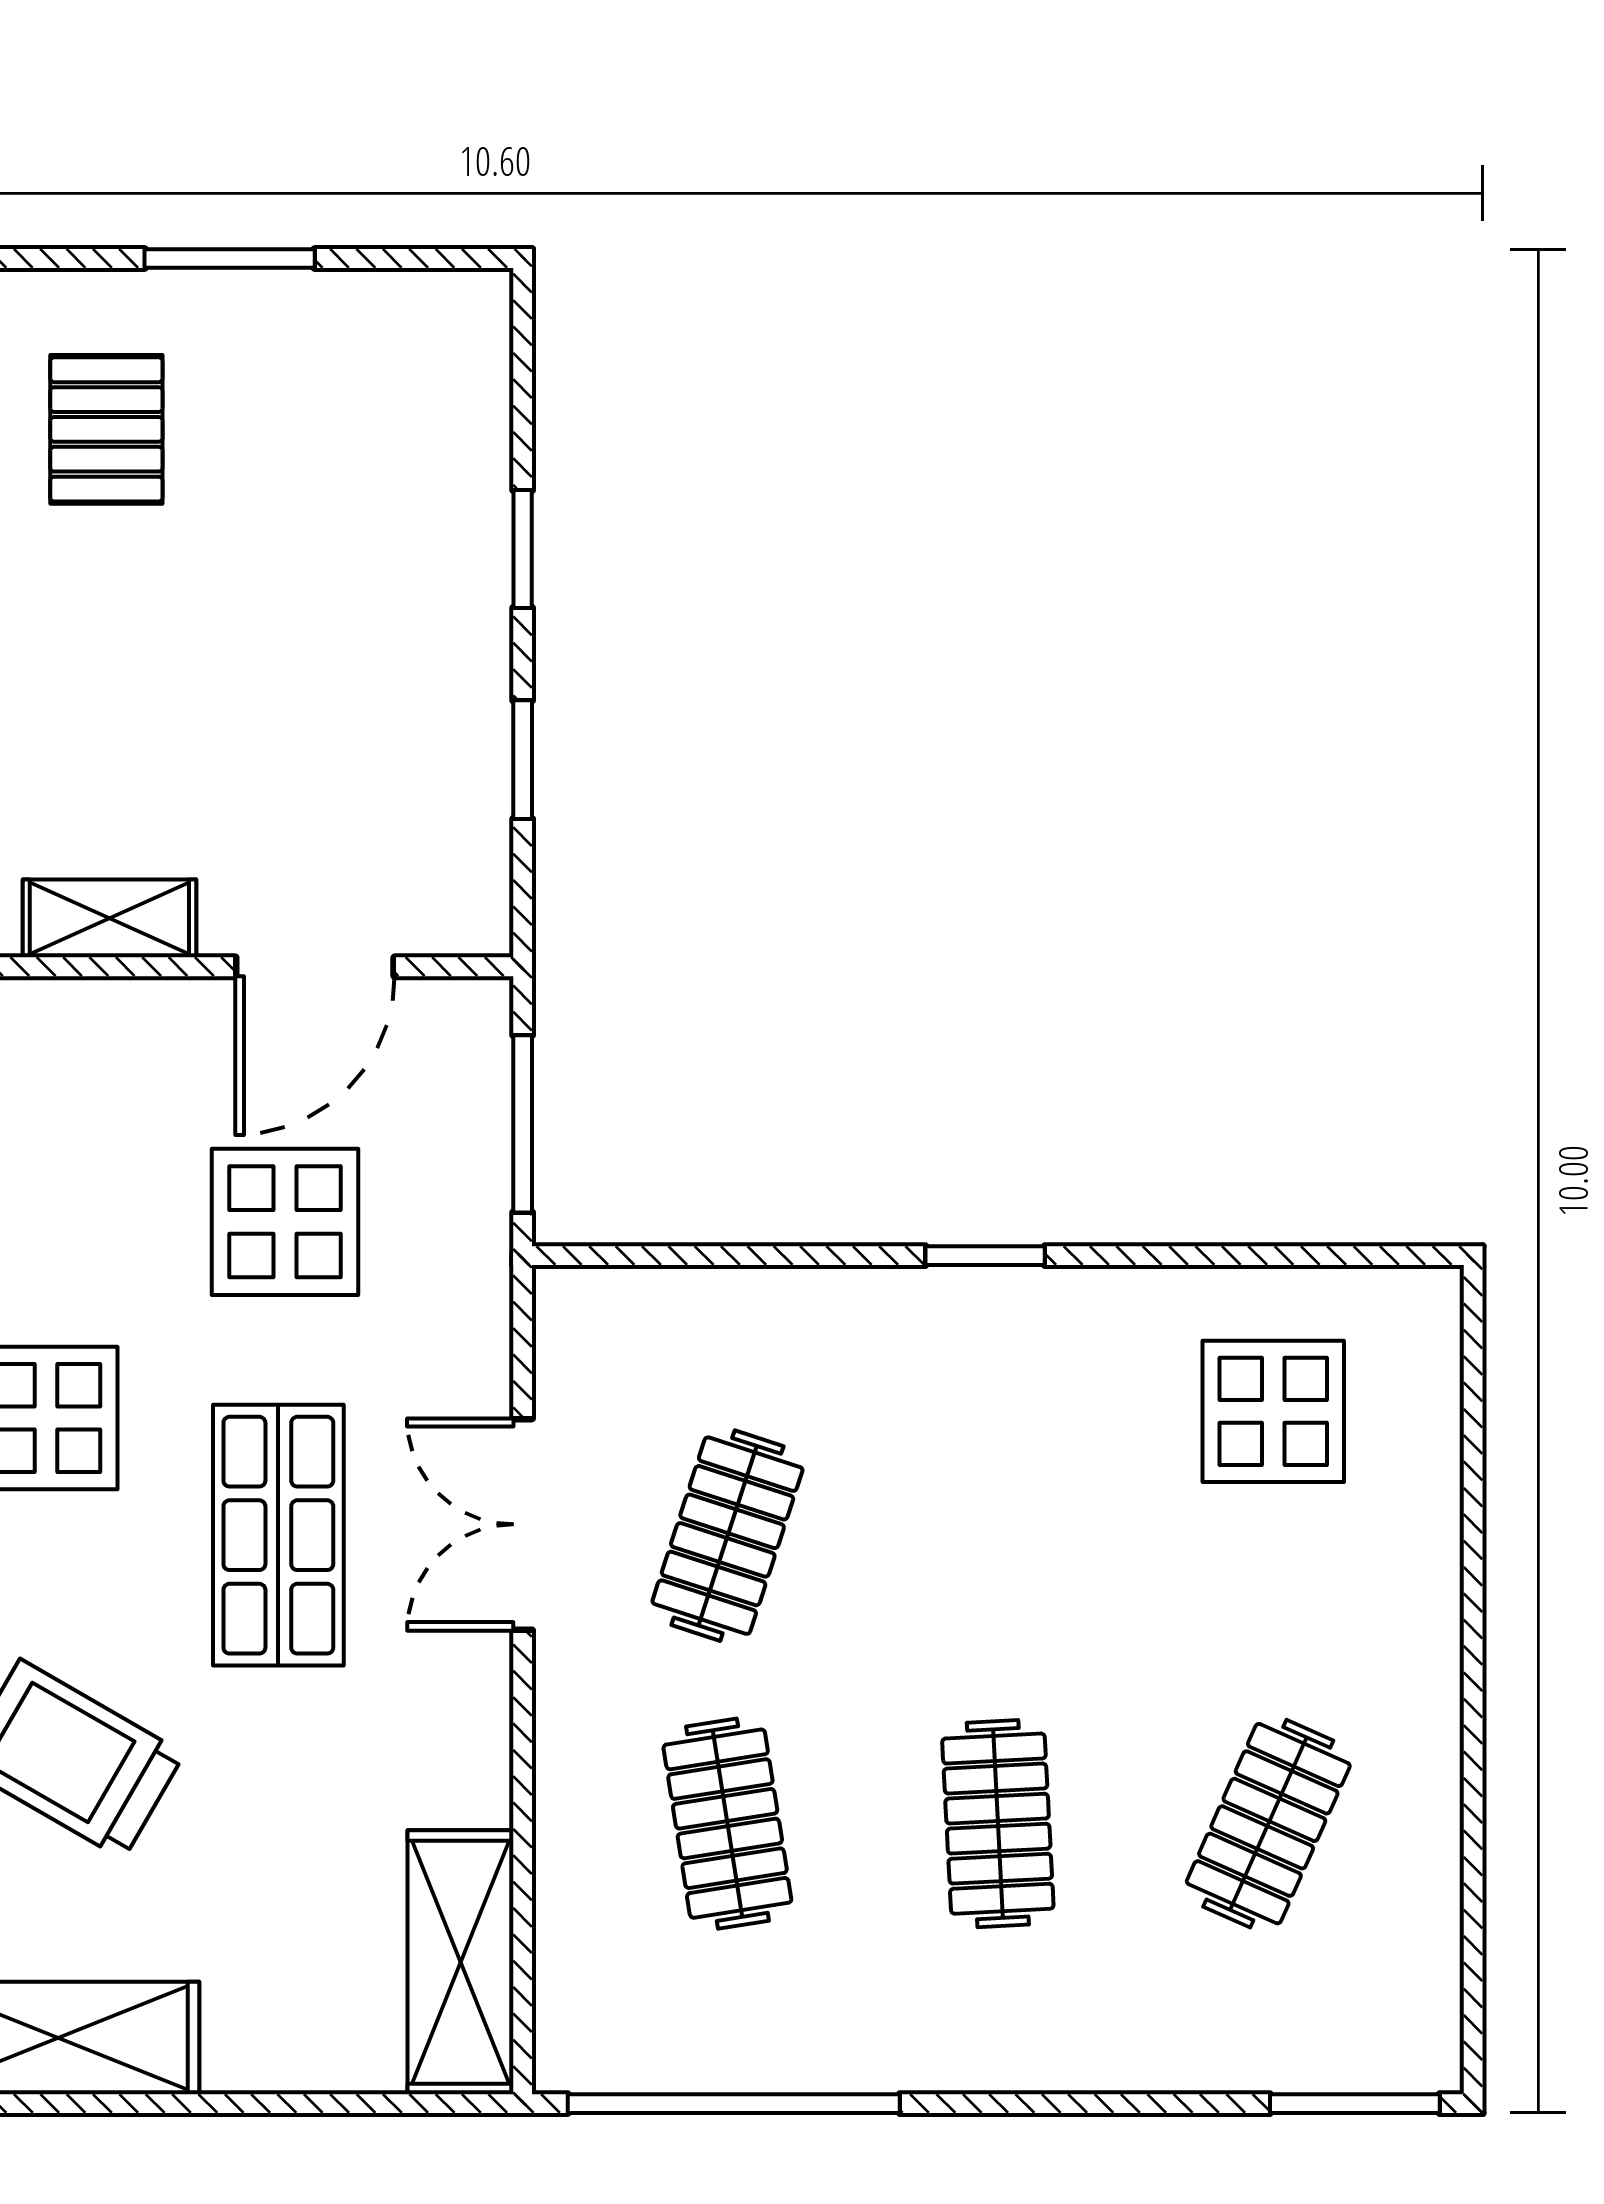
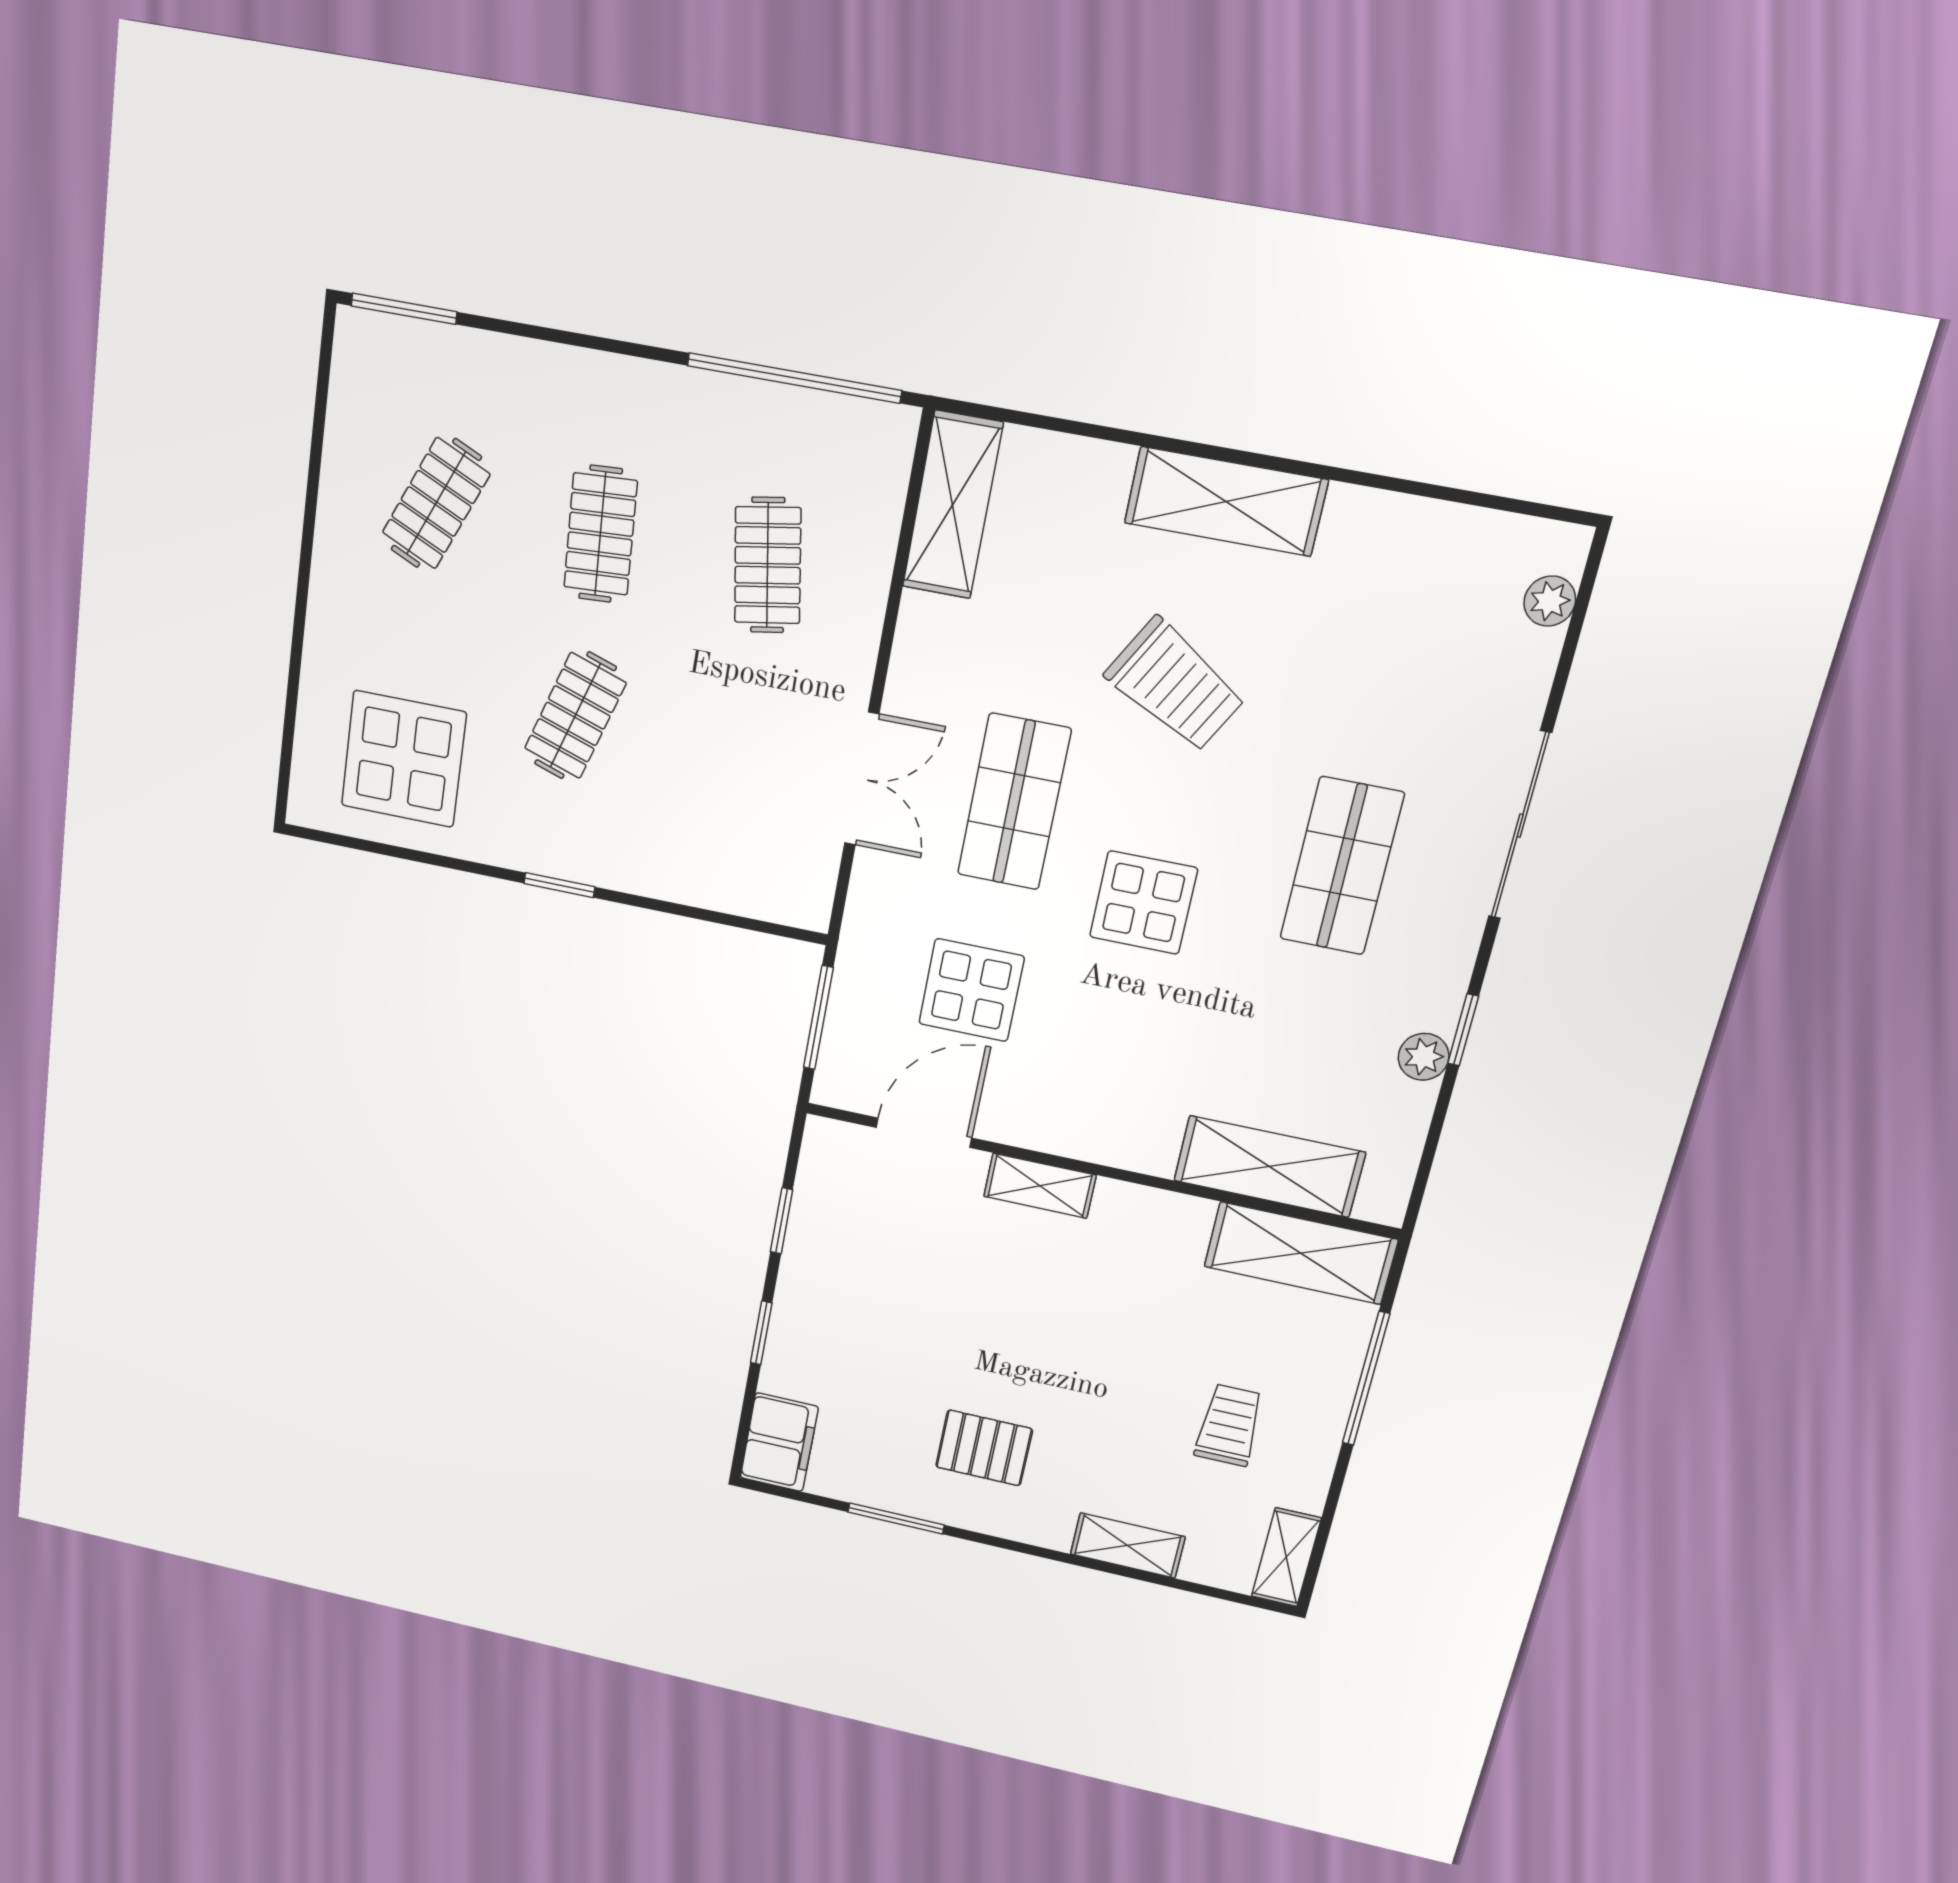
filing cabinet: (457, 352) -> (779, 1442), added
pallet: (106, 429) -> (984, 1448), turned 90
display table: (1273, 1411) -> (404, 759), width x1.36, depth x1.36
clothes rail: (727, 1536) -> (575, 716), moved

